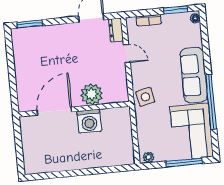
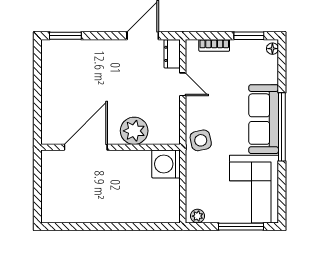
window: (211, 102) -> (282, 127), moved
washing machine: (89, 121) -> (166, 164), moved, turned 90

